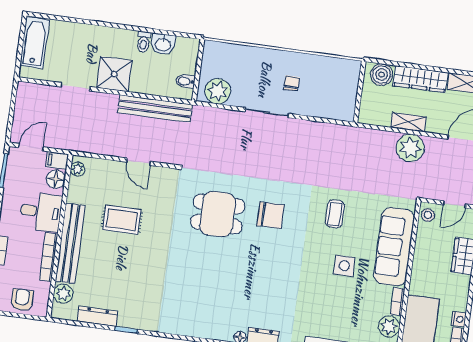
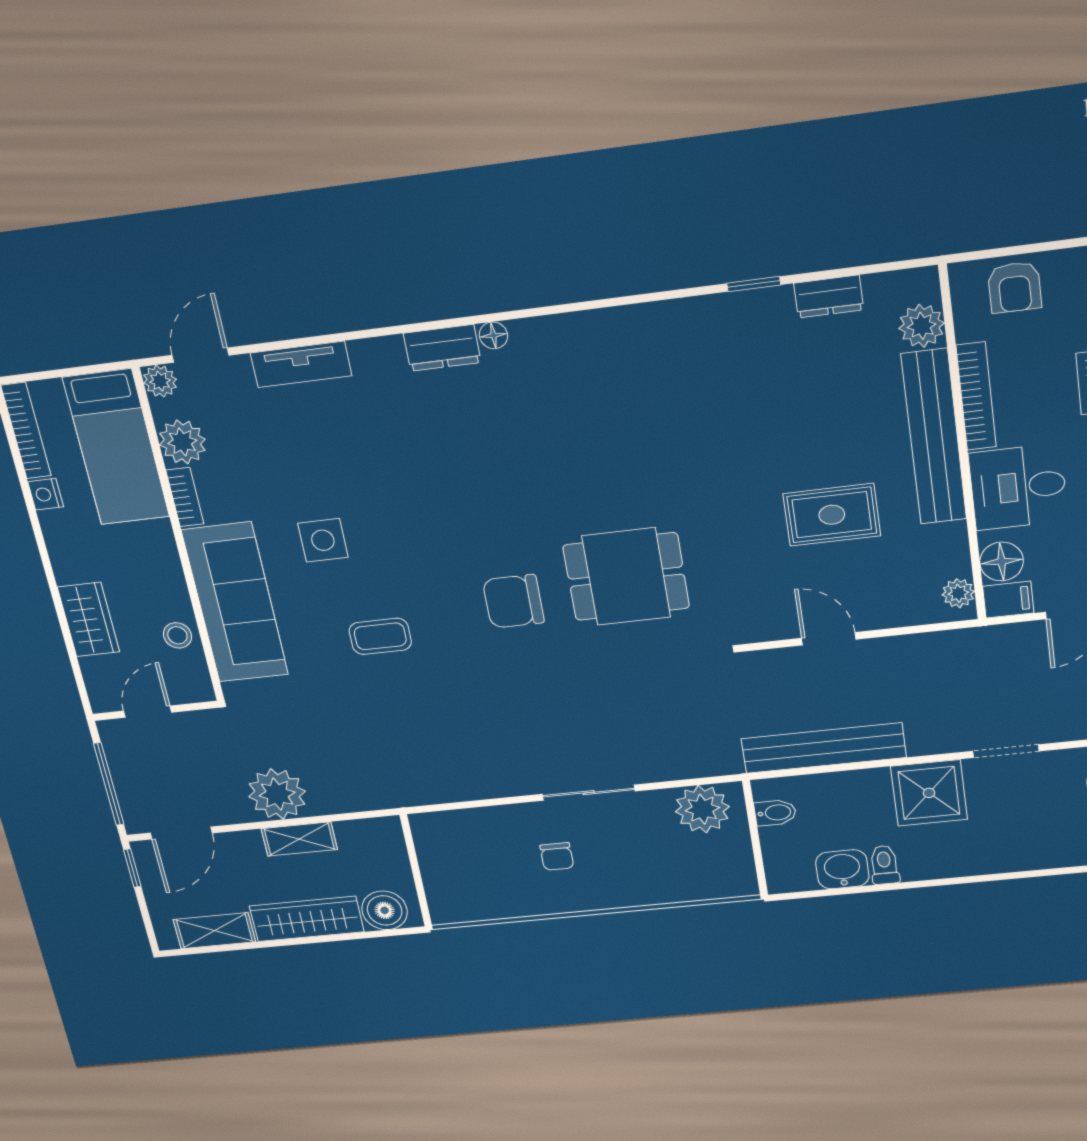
coffee table: (335, 214) -> (380, 636), turned 90
stool: (428, 215) -> (177, 635), moved
dresser: (97, 316) -> (829, 297), width x0.70

